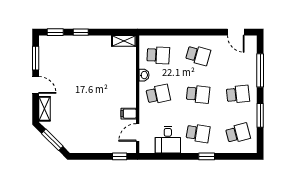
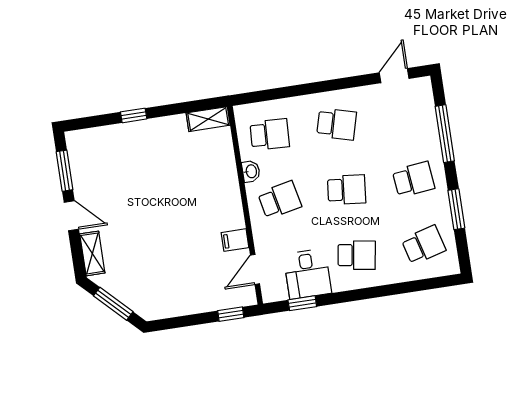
window: (55, 32) -> (91, 122), removed
door: (236, 32) -> (394, 76), swing flipped
window: (207, 156) -> (302, 303), moved

